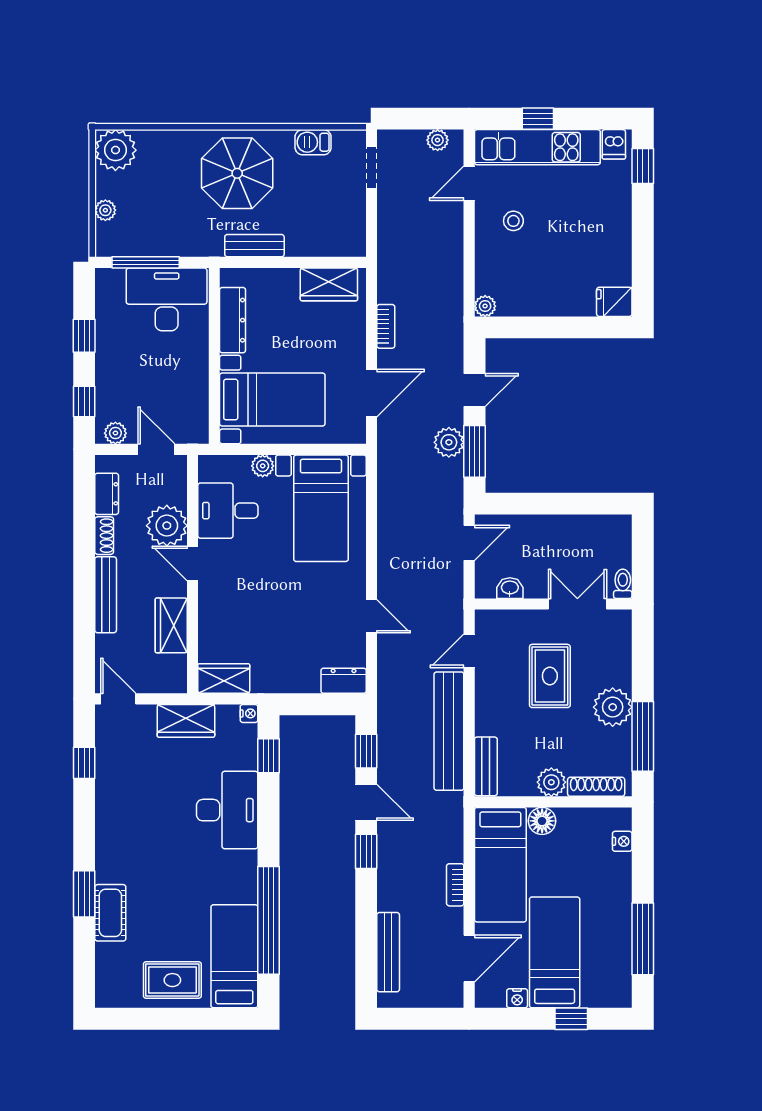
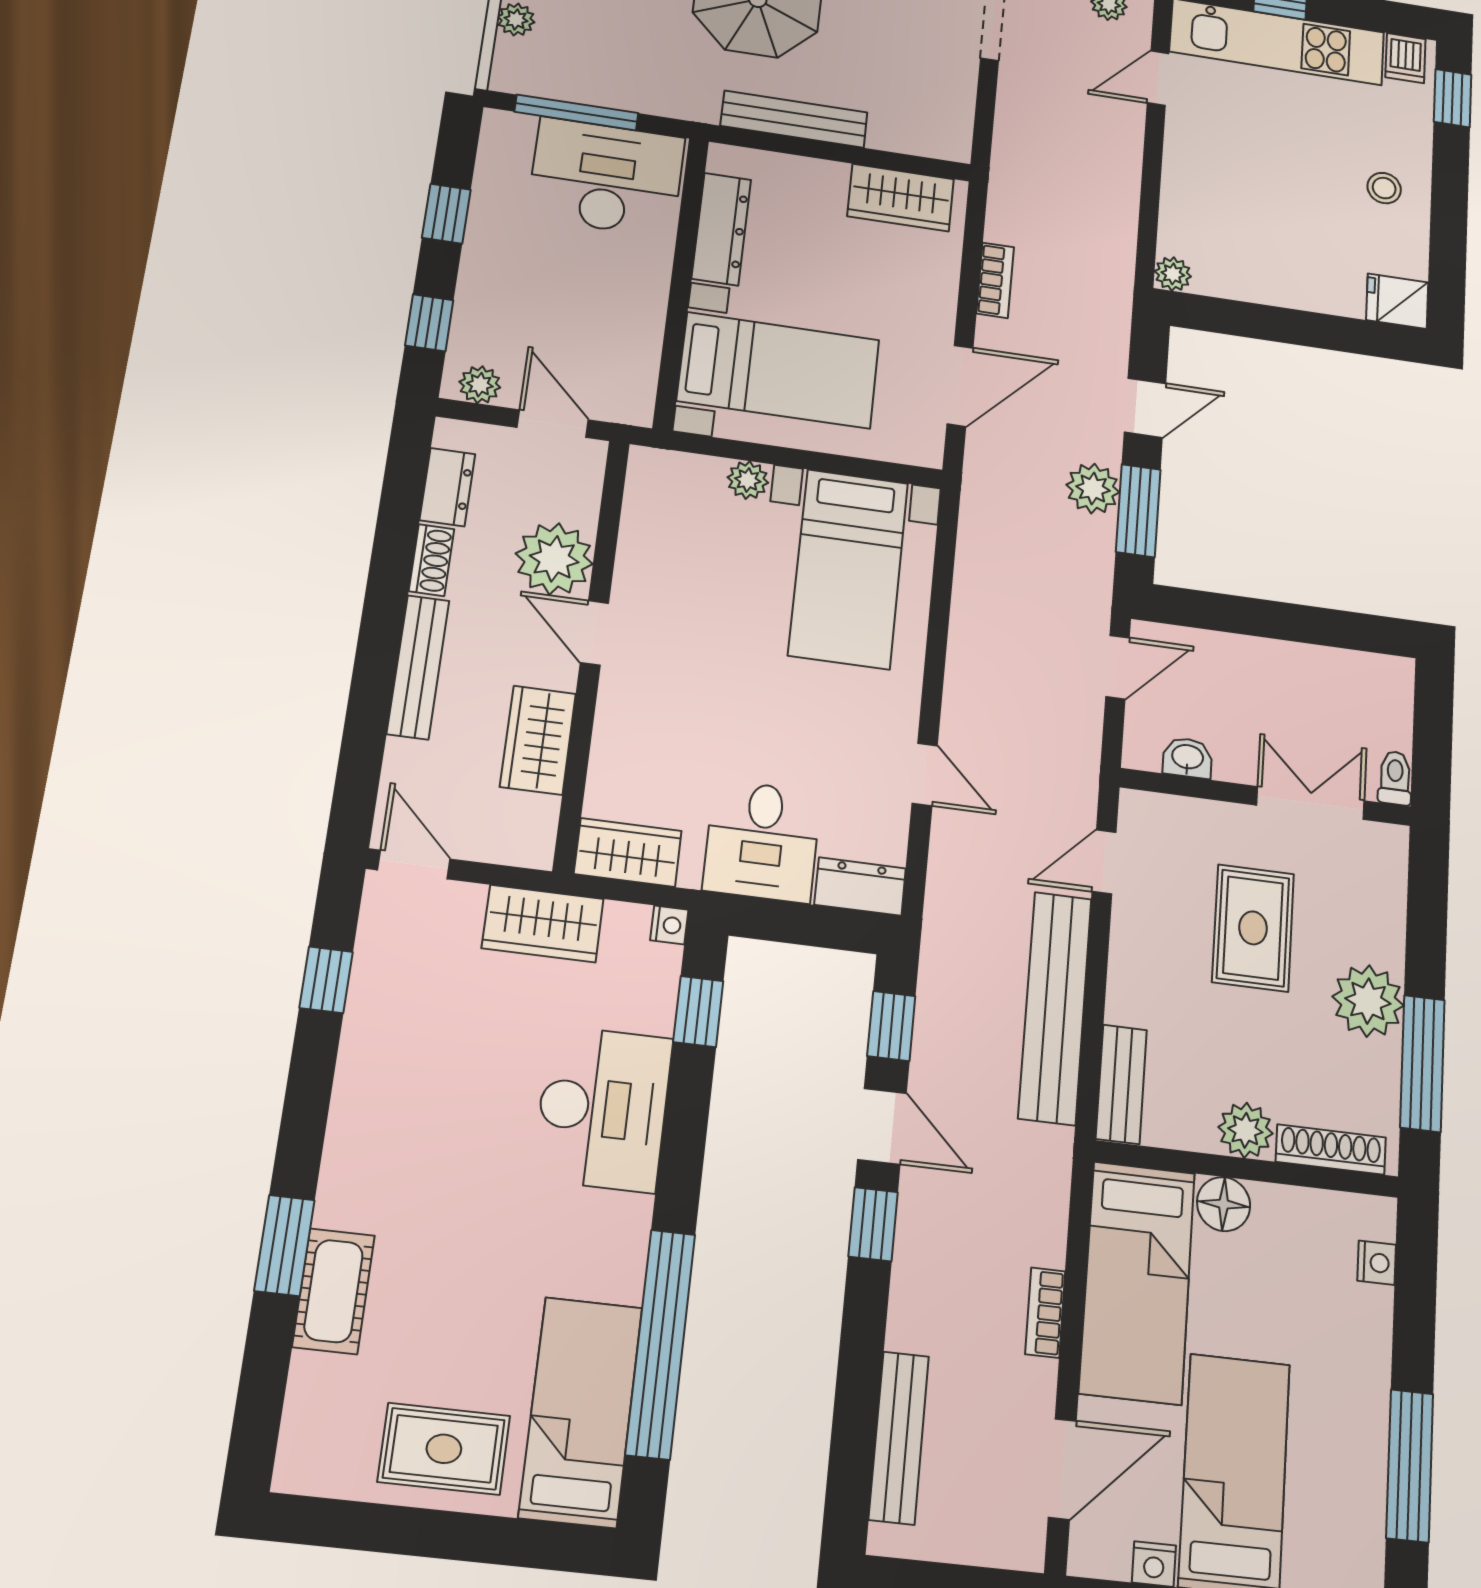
stool: (513, 221) -> (1384, 188), moved
bench: (254, 246) -> (794, 119), width x1.36
desk: (228, 511) -> (762, 841), moved, turned -90

